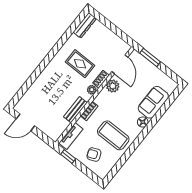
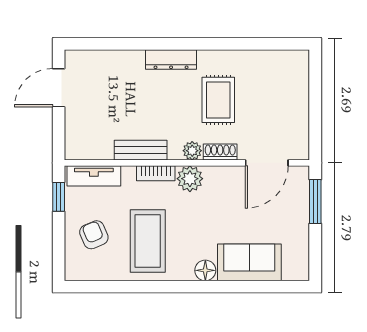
dresser: (85, 25) -> (171, 60), moved
plant: (113, 86) -> (190, 179), moved
door: (25, 122) -> (59, 88), hinge flipped

